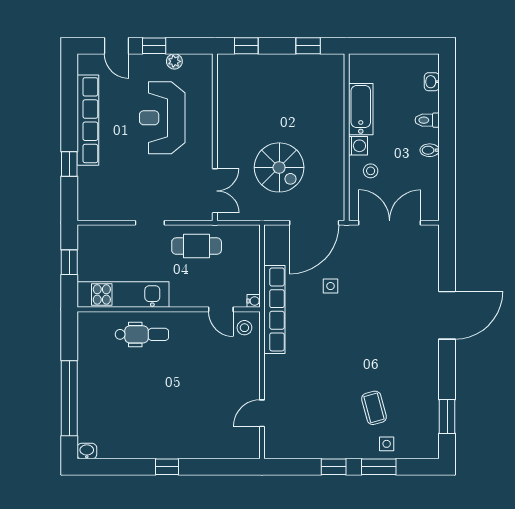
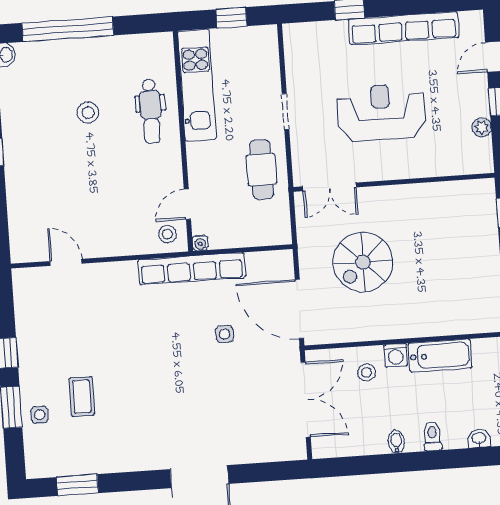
reception desk: (162, 118) -> (381, 112), moved
stool: (139, 386) -> (88, 113), added
coffee table: (374, 408) -> (82, 397), turned -75

